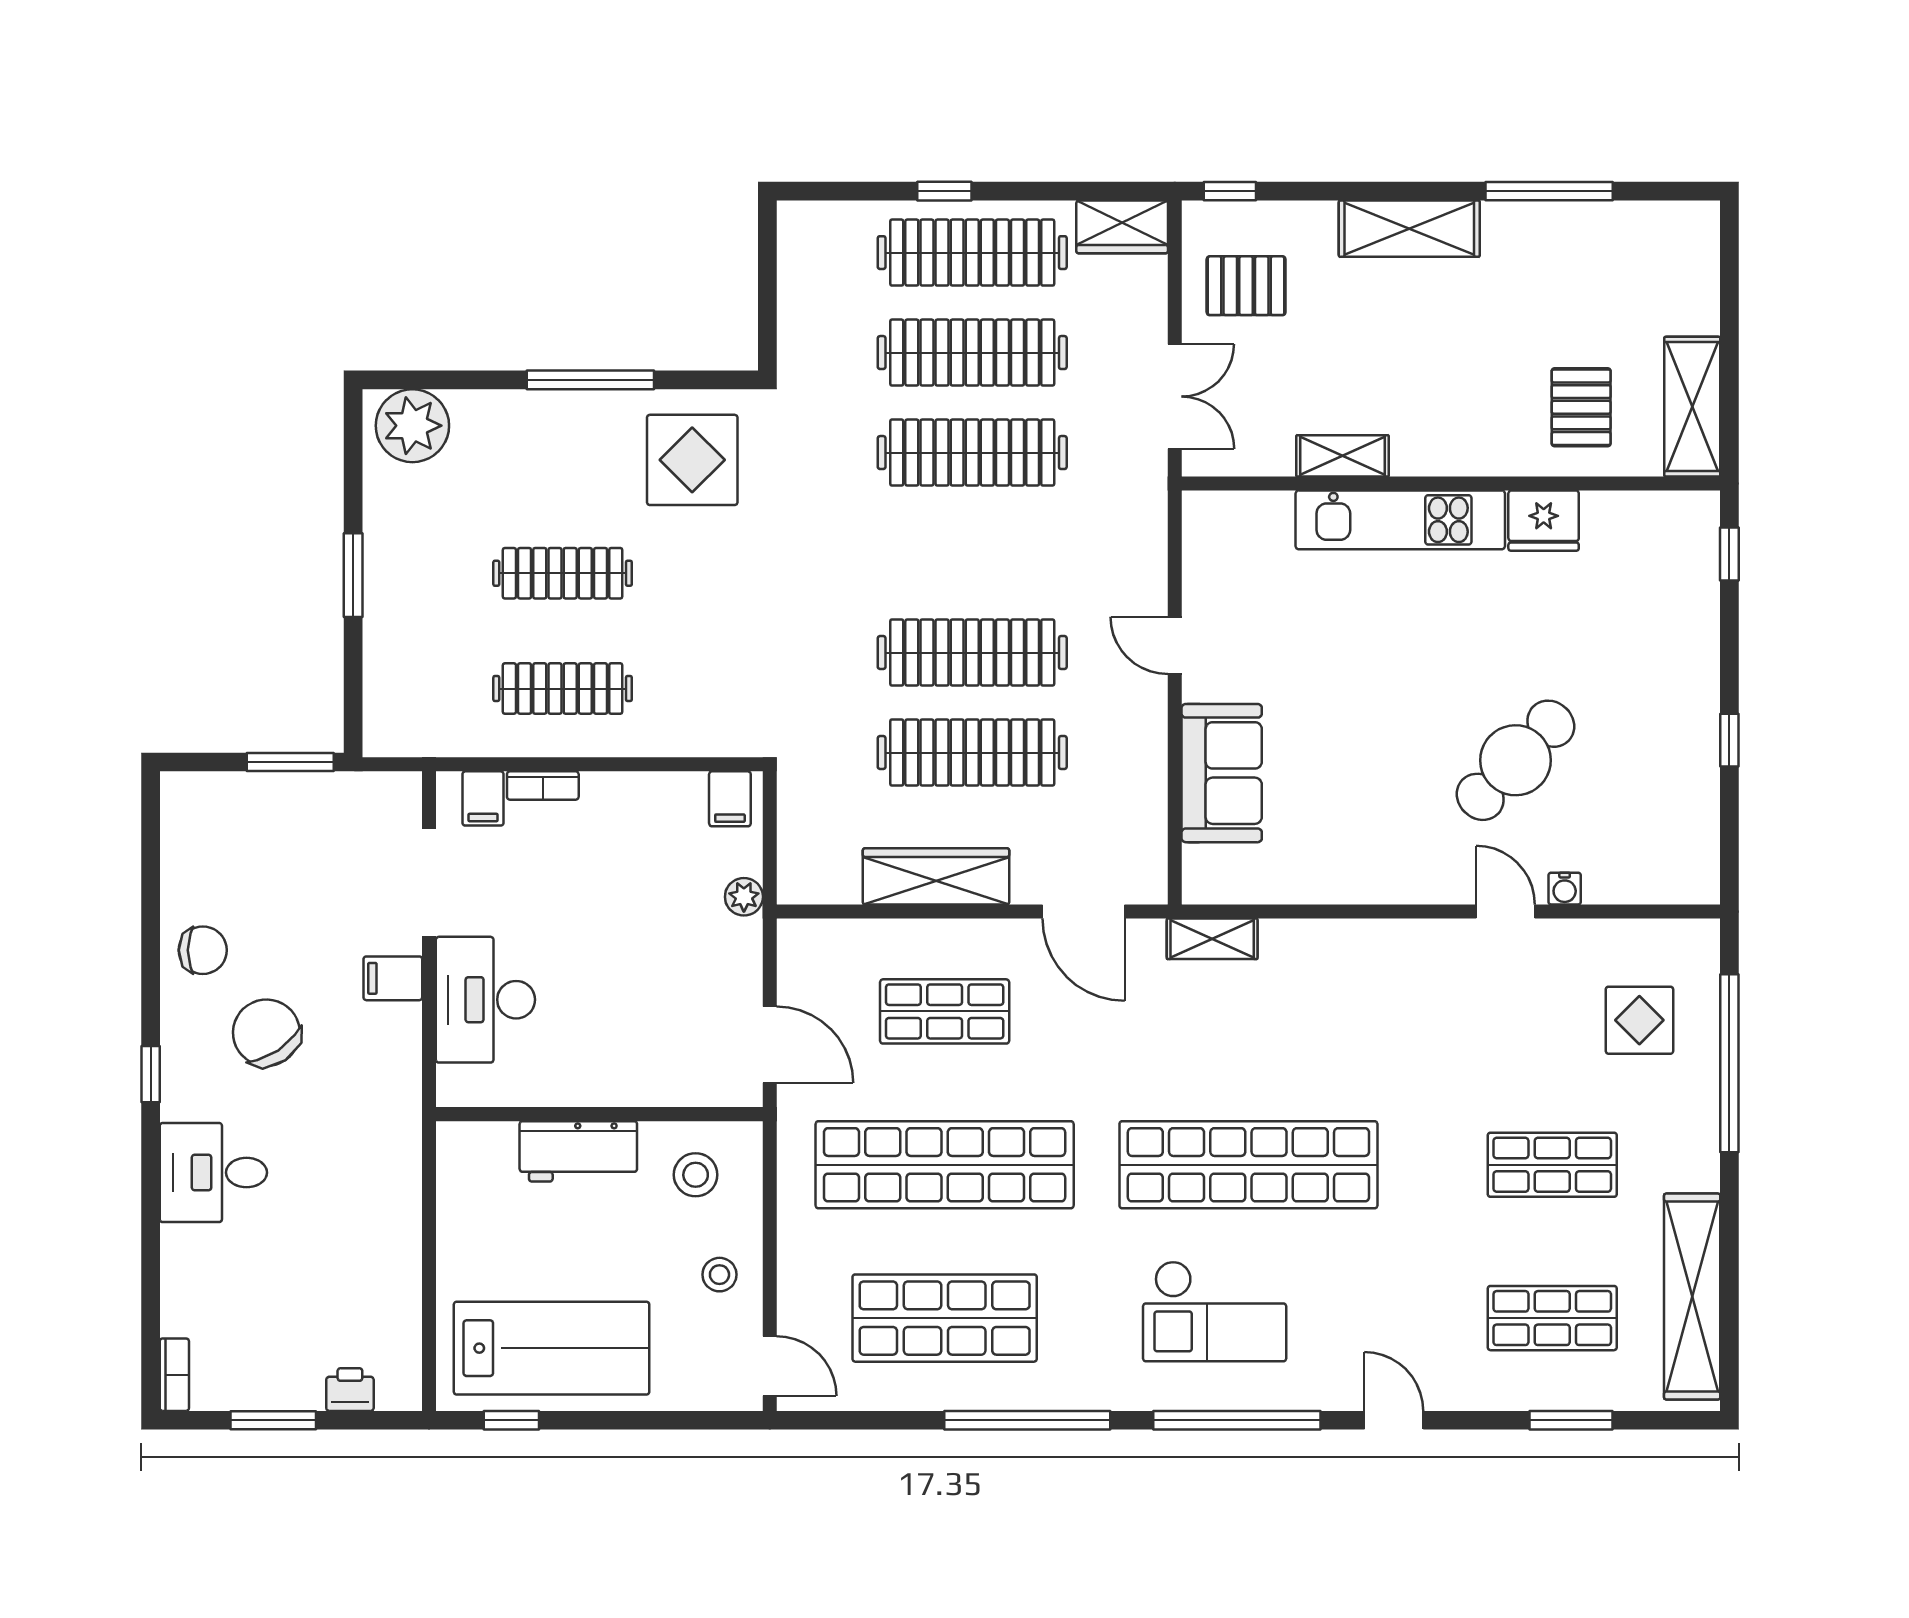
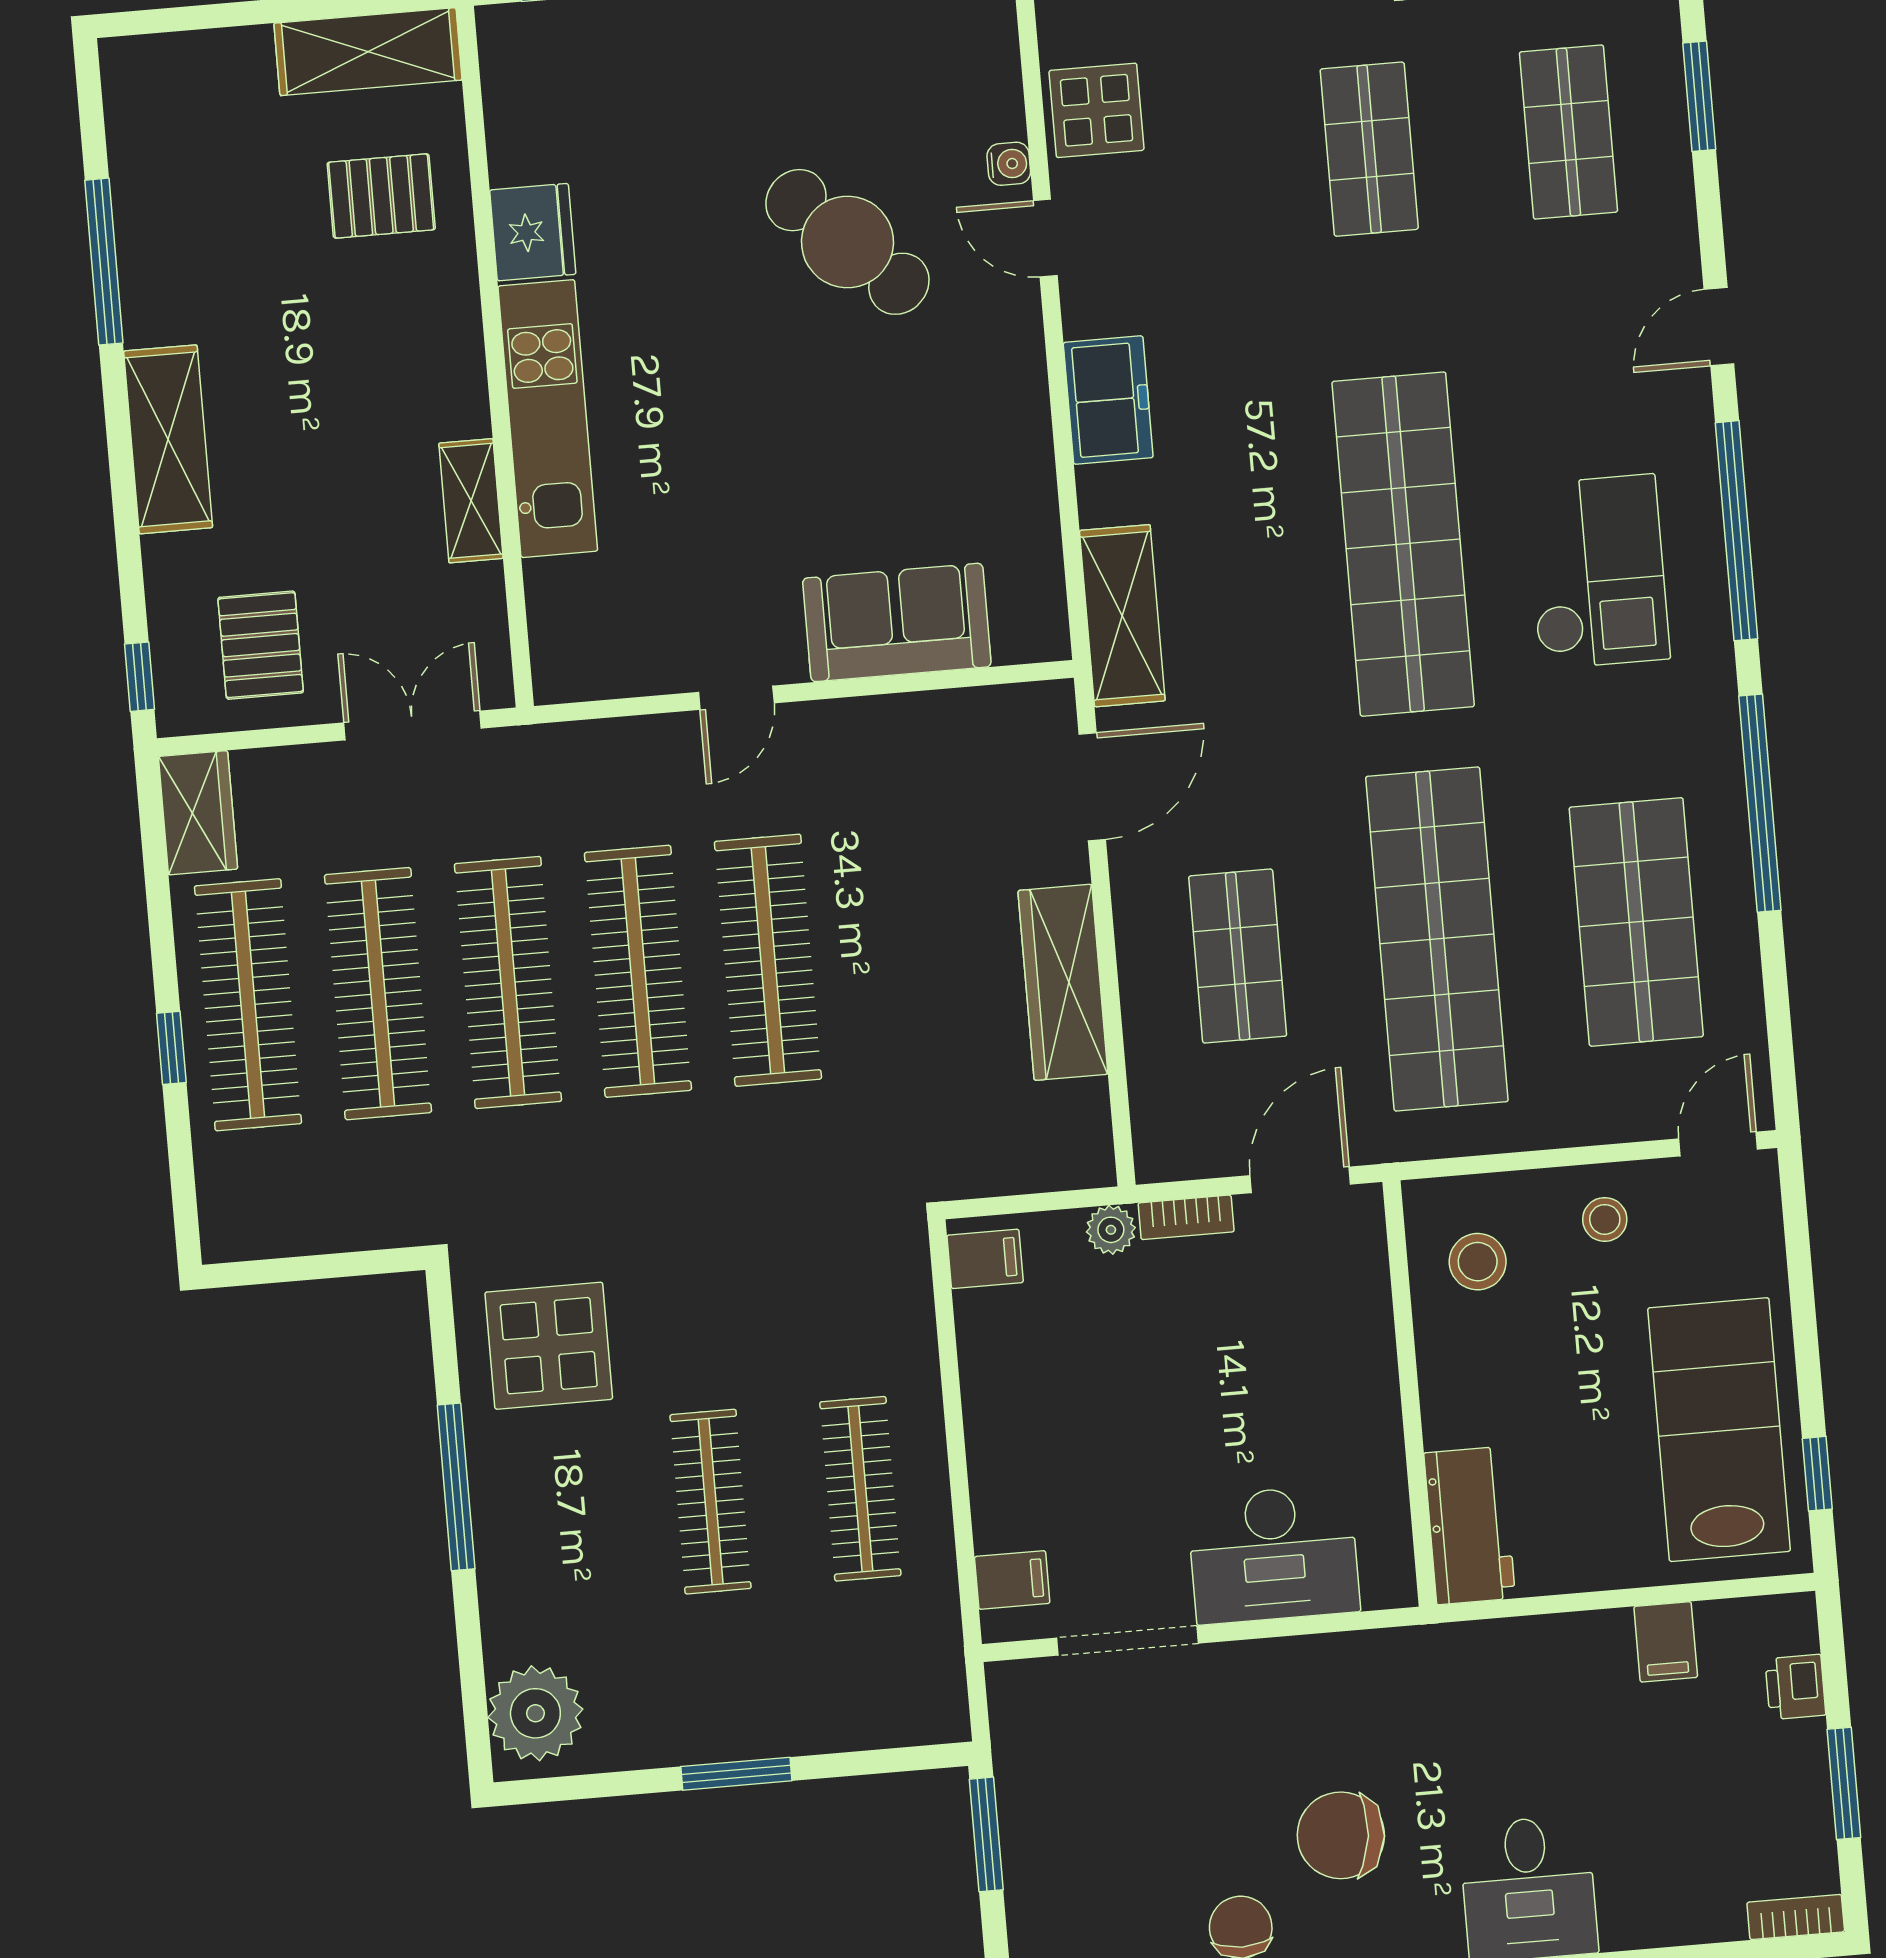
clothes rail: (972, 753) -> (638, 971), moved
bookcase: (543, 785) -> (1186, 1217), moved, turned 90
door: (1506, 912) -> (1045, 238), hinge flipped
shelving: (1212, 939) -> (1122, 616), width x1.50, depth x1.33
freezer: (1378, 949) -> (1108, 400), added
filing cabinet: (393, 978) -> (1666, 1642), moved
display table: (1639, 1020) -> (1097, 110), moved
chair: (266, 1033) -> (1341, 1835), turned 40
workbench: (578, 1151) -> (1470, 1526), moved

